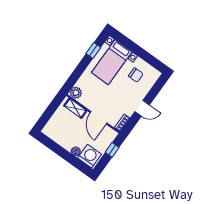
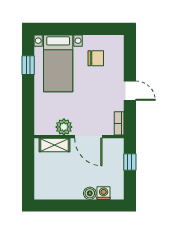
plant: (76, 93) -> (64, 127), moved
door: (142, 108) -> (130, 91), hinge flipped
washing machine: (89, 156) -> (104, 193), width x0.53, depth x0.53

